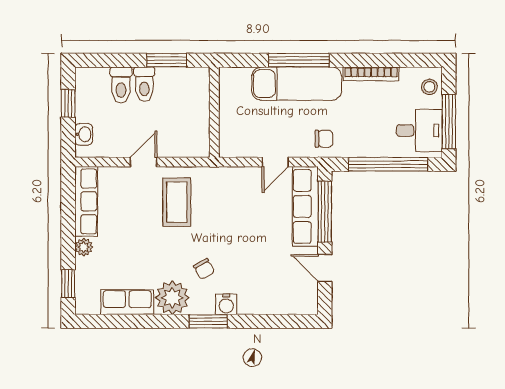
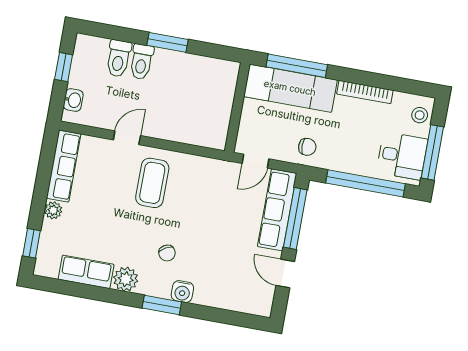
wall: (214, 112) -> (237, 108), moved
plant: (172, 298) -> (126, 279), width x0.73, depth x0.73

